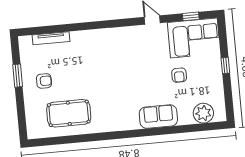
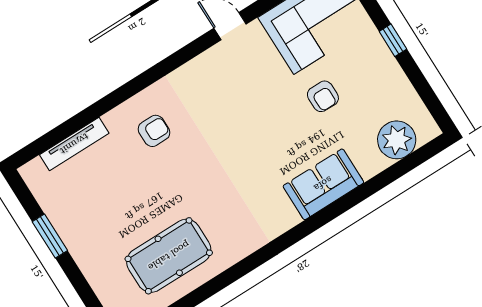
armchair: (44, 81) -> (154, 131), moved

